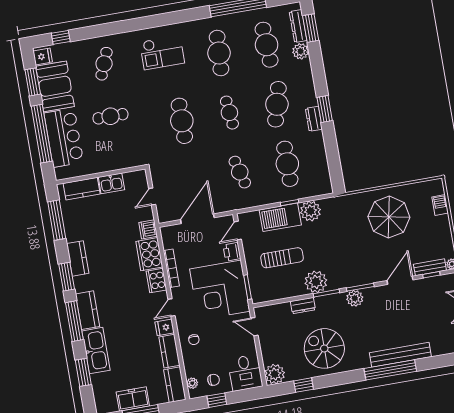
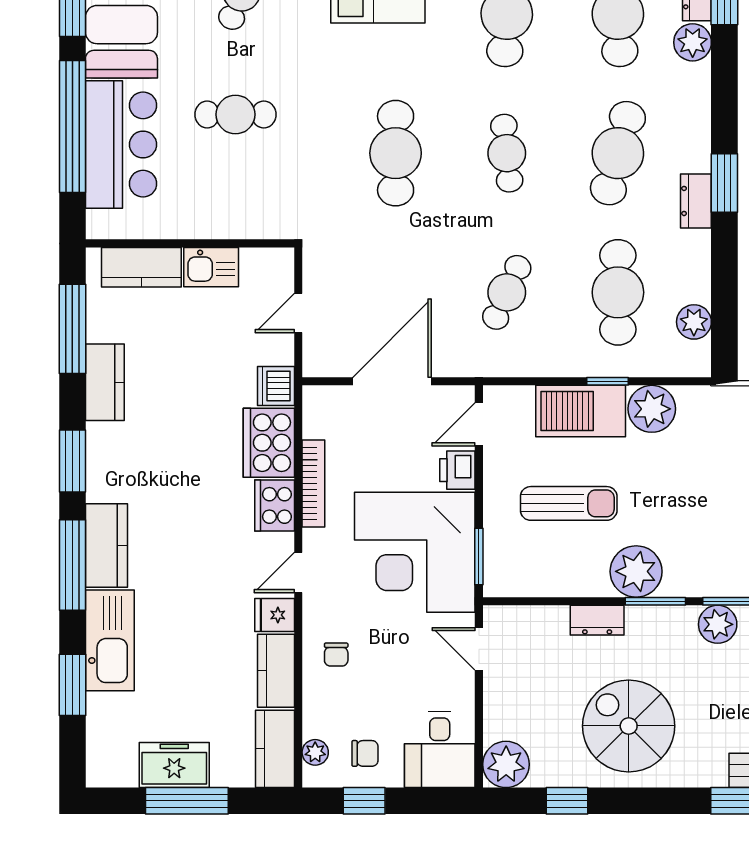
plant: (322, 171) -> (694, 322), added
cafe table: (240, 172) -> (507, 292), turned 39
kitchen counter: (78, 258) -> (105, 382), moved

